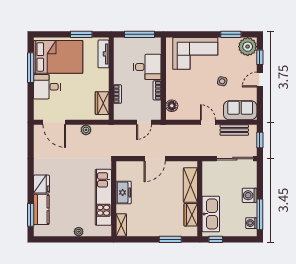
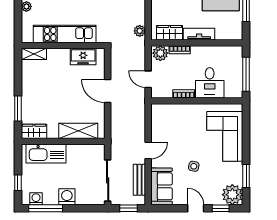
tv unit: (103, 54) -> (199, 34), moved
floor lamp: (172, 106) -> (167, 110), removed
plant: (121, 111) -> (160, 53), added
plant: (86, 130) -> (140, 31), moved
freezer: (124, 192) -> (83, 57), moved
wardrobe: (191, 215) -> (34, 131), moved
window: (216, 239) -> (18, 183), moved

